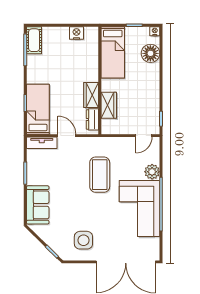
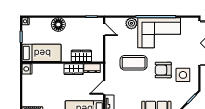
nightstand: (77, 33) -> (27, 69), moved
floor lamp: (150, 53) -> (58, 25), moved
armchair: (90, 214) -> (163, 70), added

